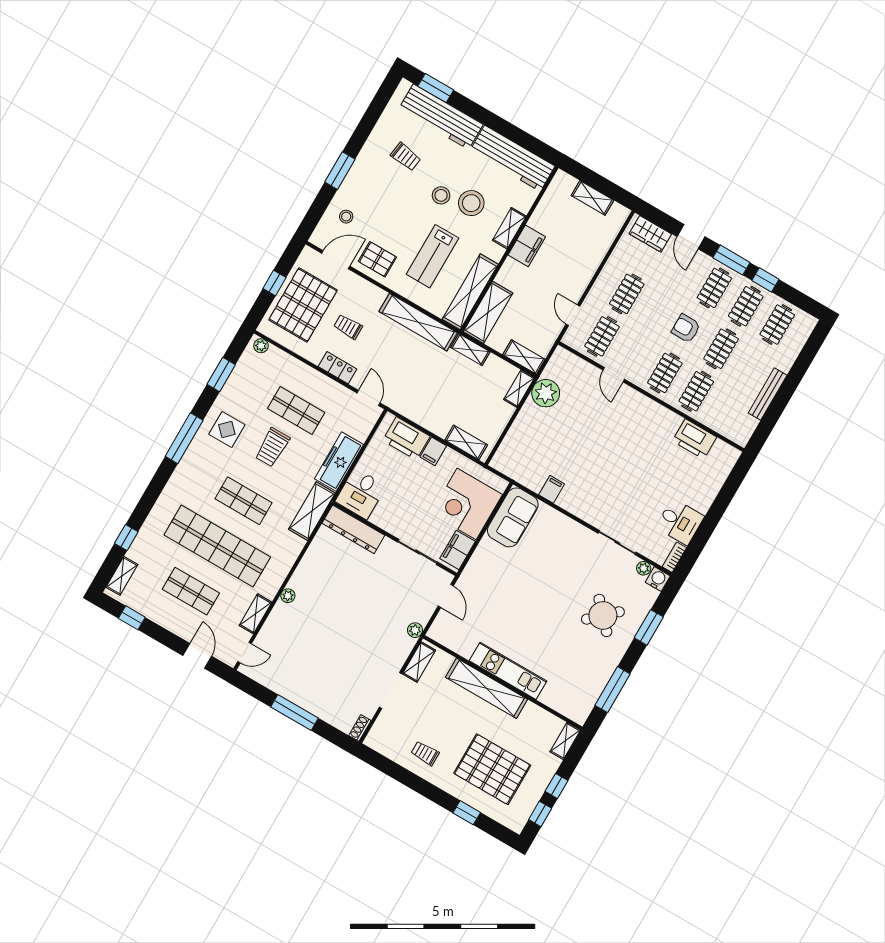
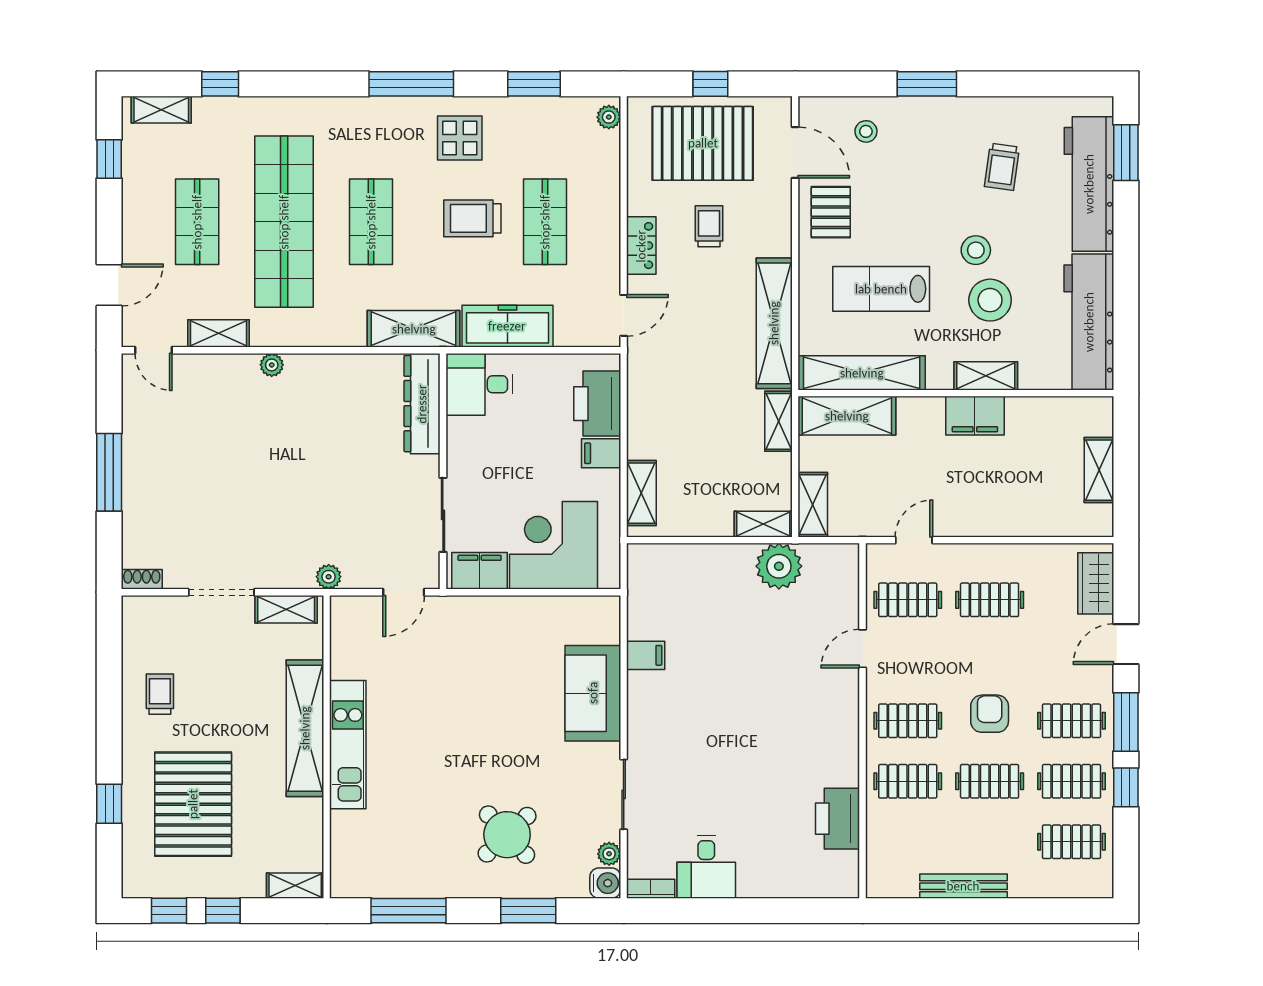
sofa: (513, 517) -> (593, 693), moved, turned 90

